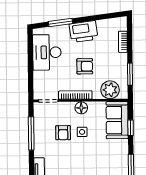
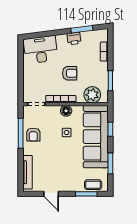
window: (60, 23) -> (82, 29), moved
printer: (83, 32) -> (74, 38), width x0.53, depth x0.68
desk: (47, 52) -> (41, 50), moved, turned 83
sofa: (117, 120) -> (96, 137), width x1.85, depth x1.27
armchair: (63, 133) -> (33, 135), moved

